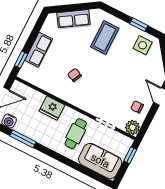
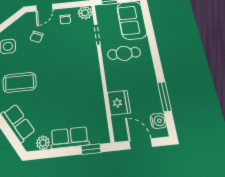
plant: (47, 29) -> (43, 143), added
chair: (75, 75) -> (37, 37), moved
fridge: (52, 108) -> (119, 103), moved

